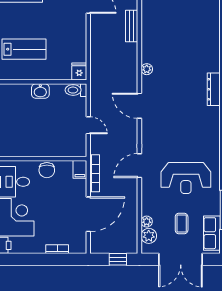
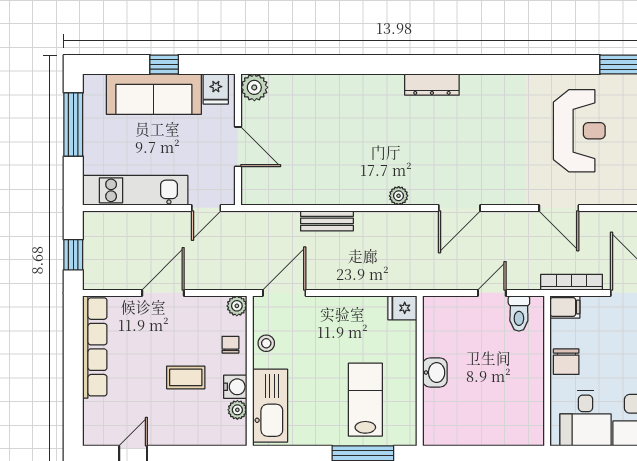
toilet: (76, 90) -> (519, 313), moved
chair: (47, 170) -> (566, 362), turned 90

